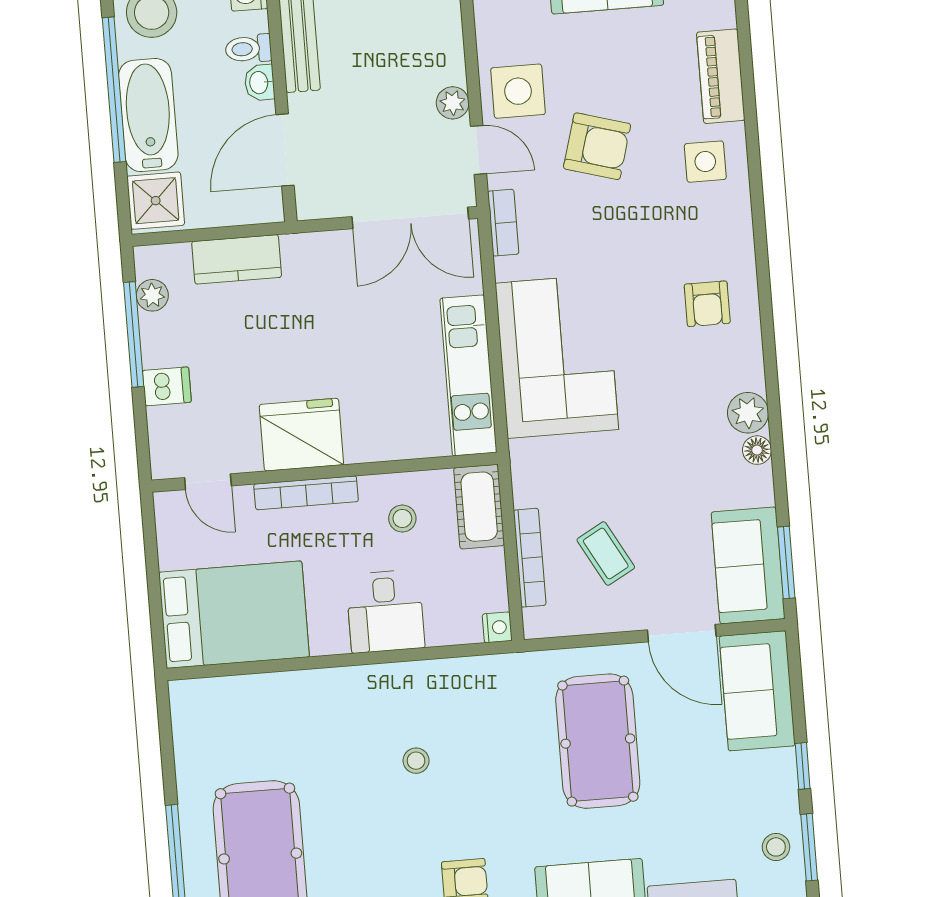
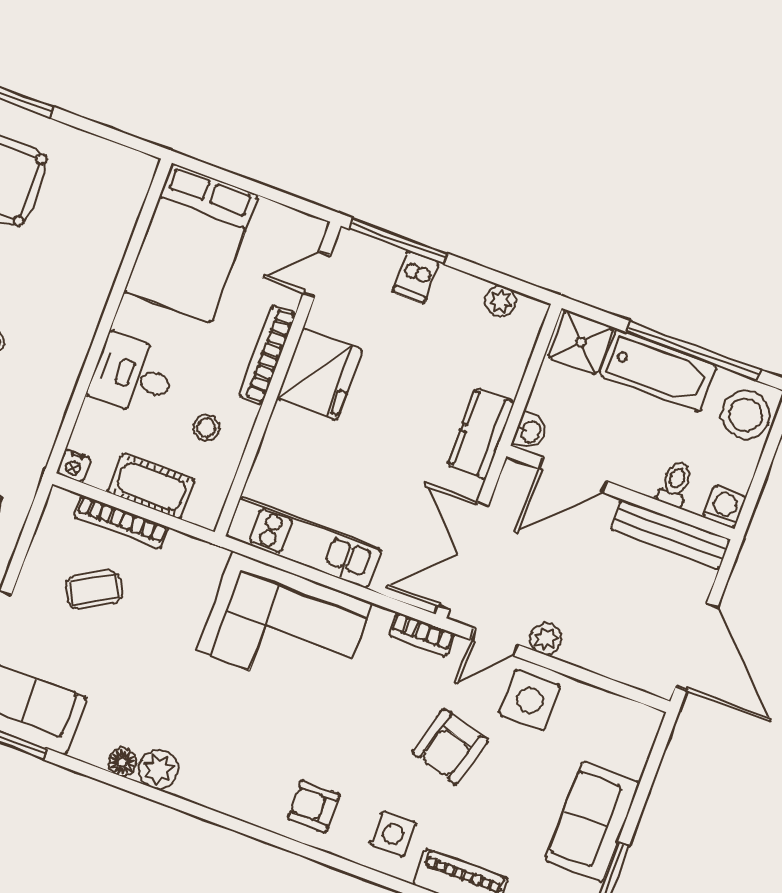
washbasin: (260, 83) -> (530, 431), moved, turned 90
door: (285, 150) -> (573, 475), swing flipped
kitchen counter: (237, 259) -> (481, 434), moved
armchair: (707, 304) -> (314, 806), moved
window: (134, 334) -> (399, 241), moved
cot: (479, 507) -> (151, 486), moved

